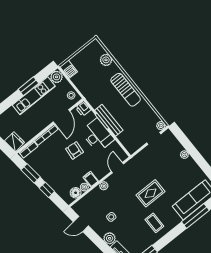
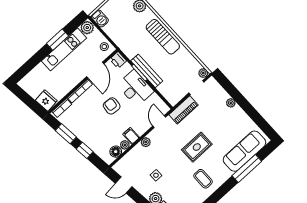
piano: (140, 158) -> (183, 110), added

